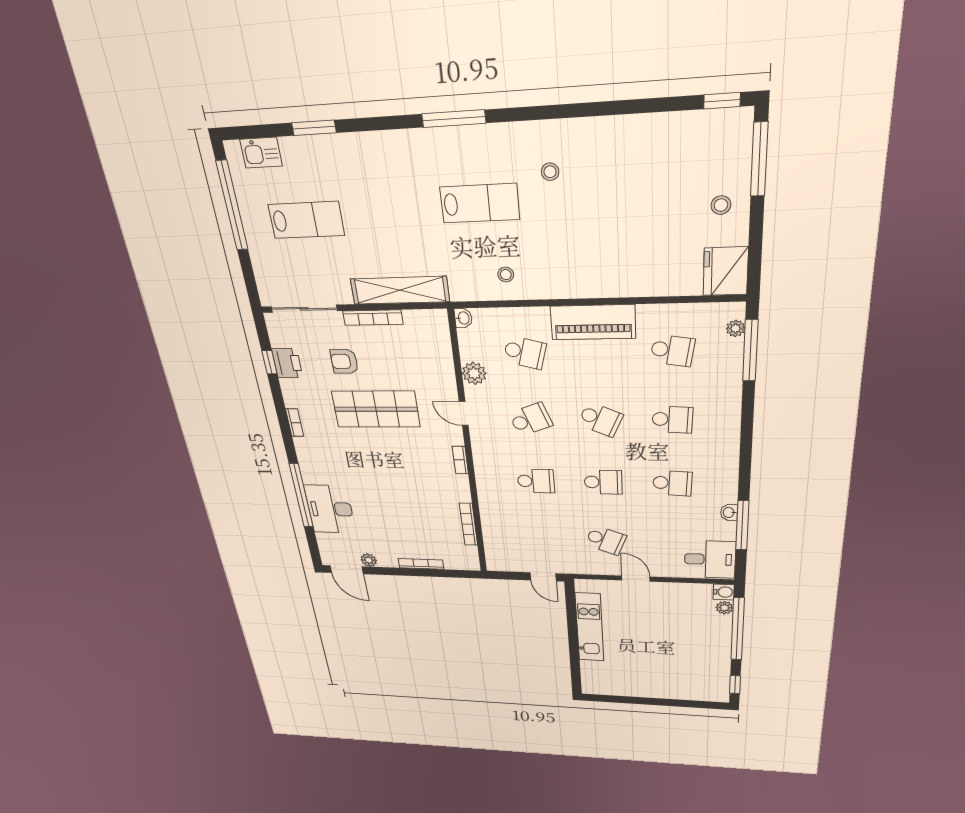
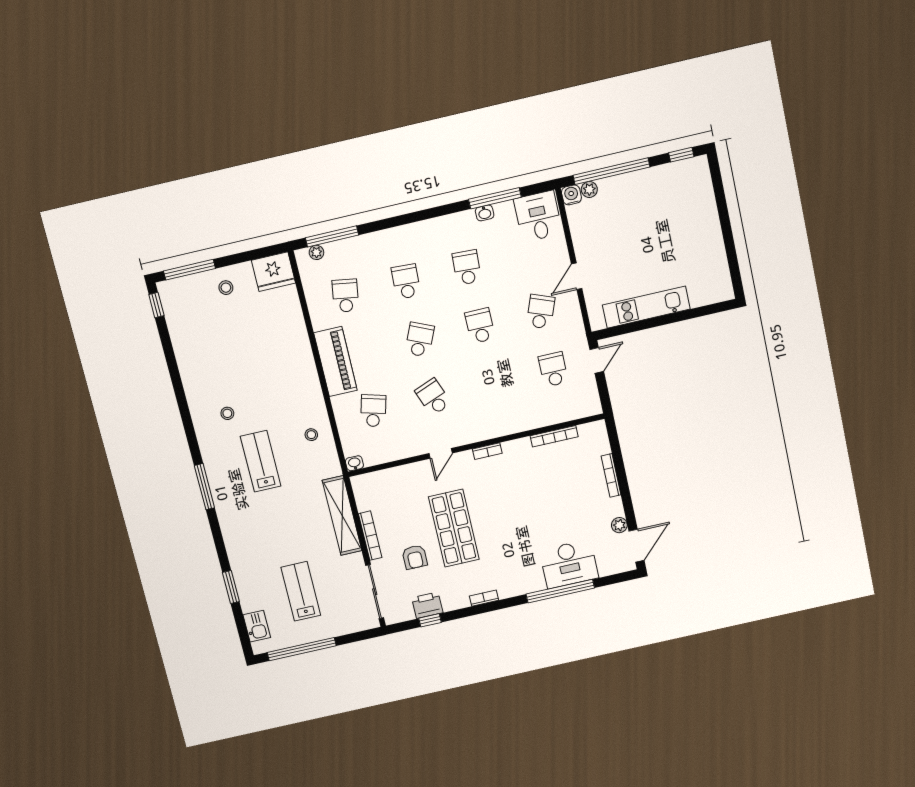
plant: (474, 373) -> (401, 449), removed
school desk: (536, 481) -> (553, 369), moved

